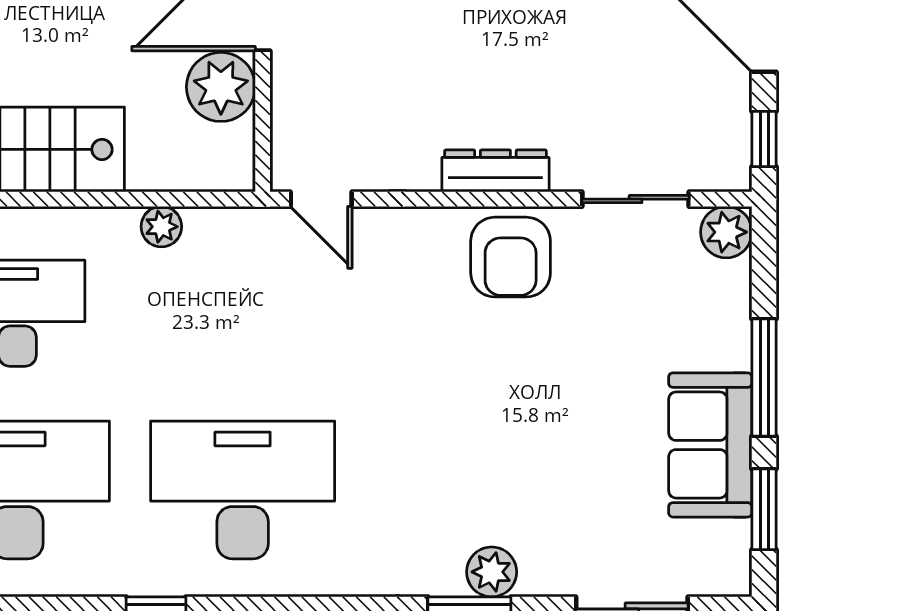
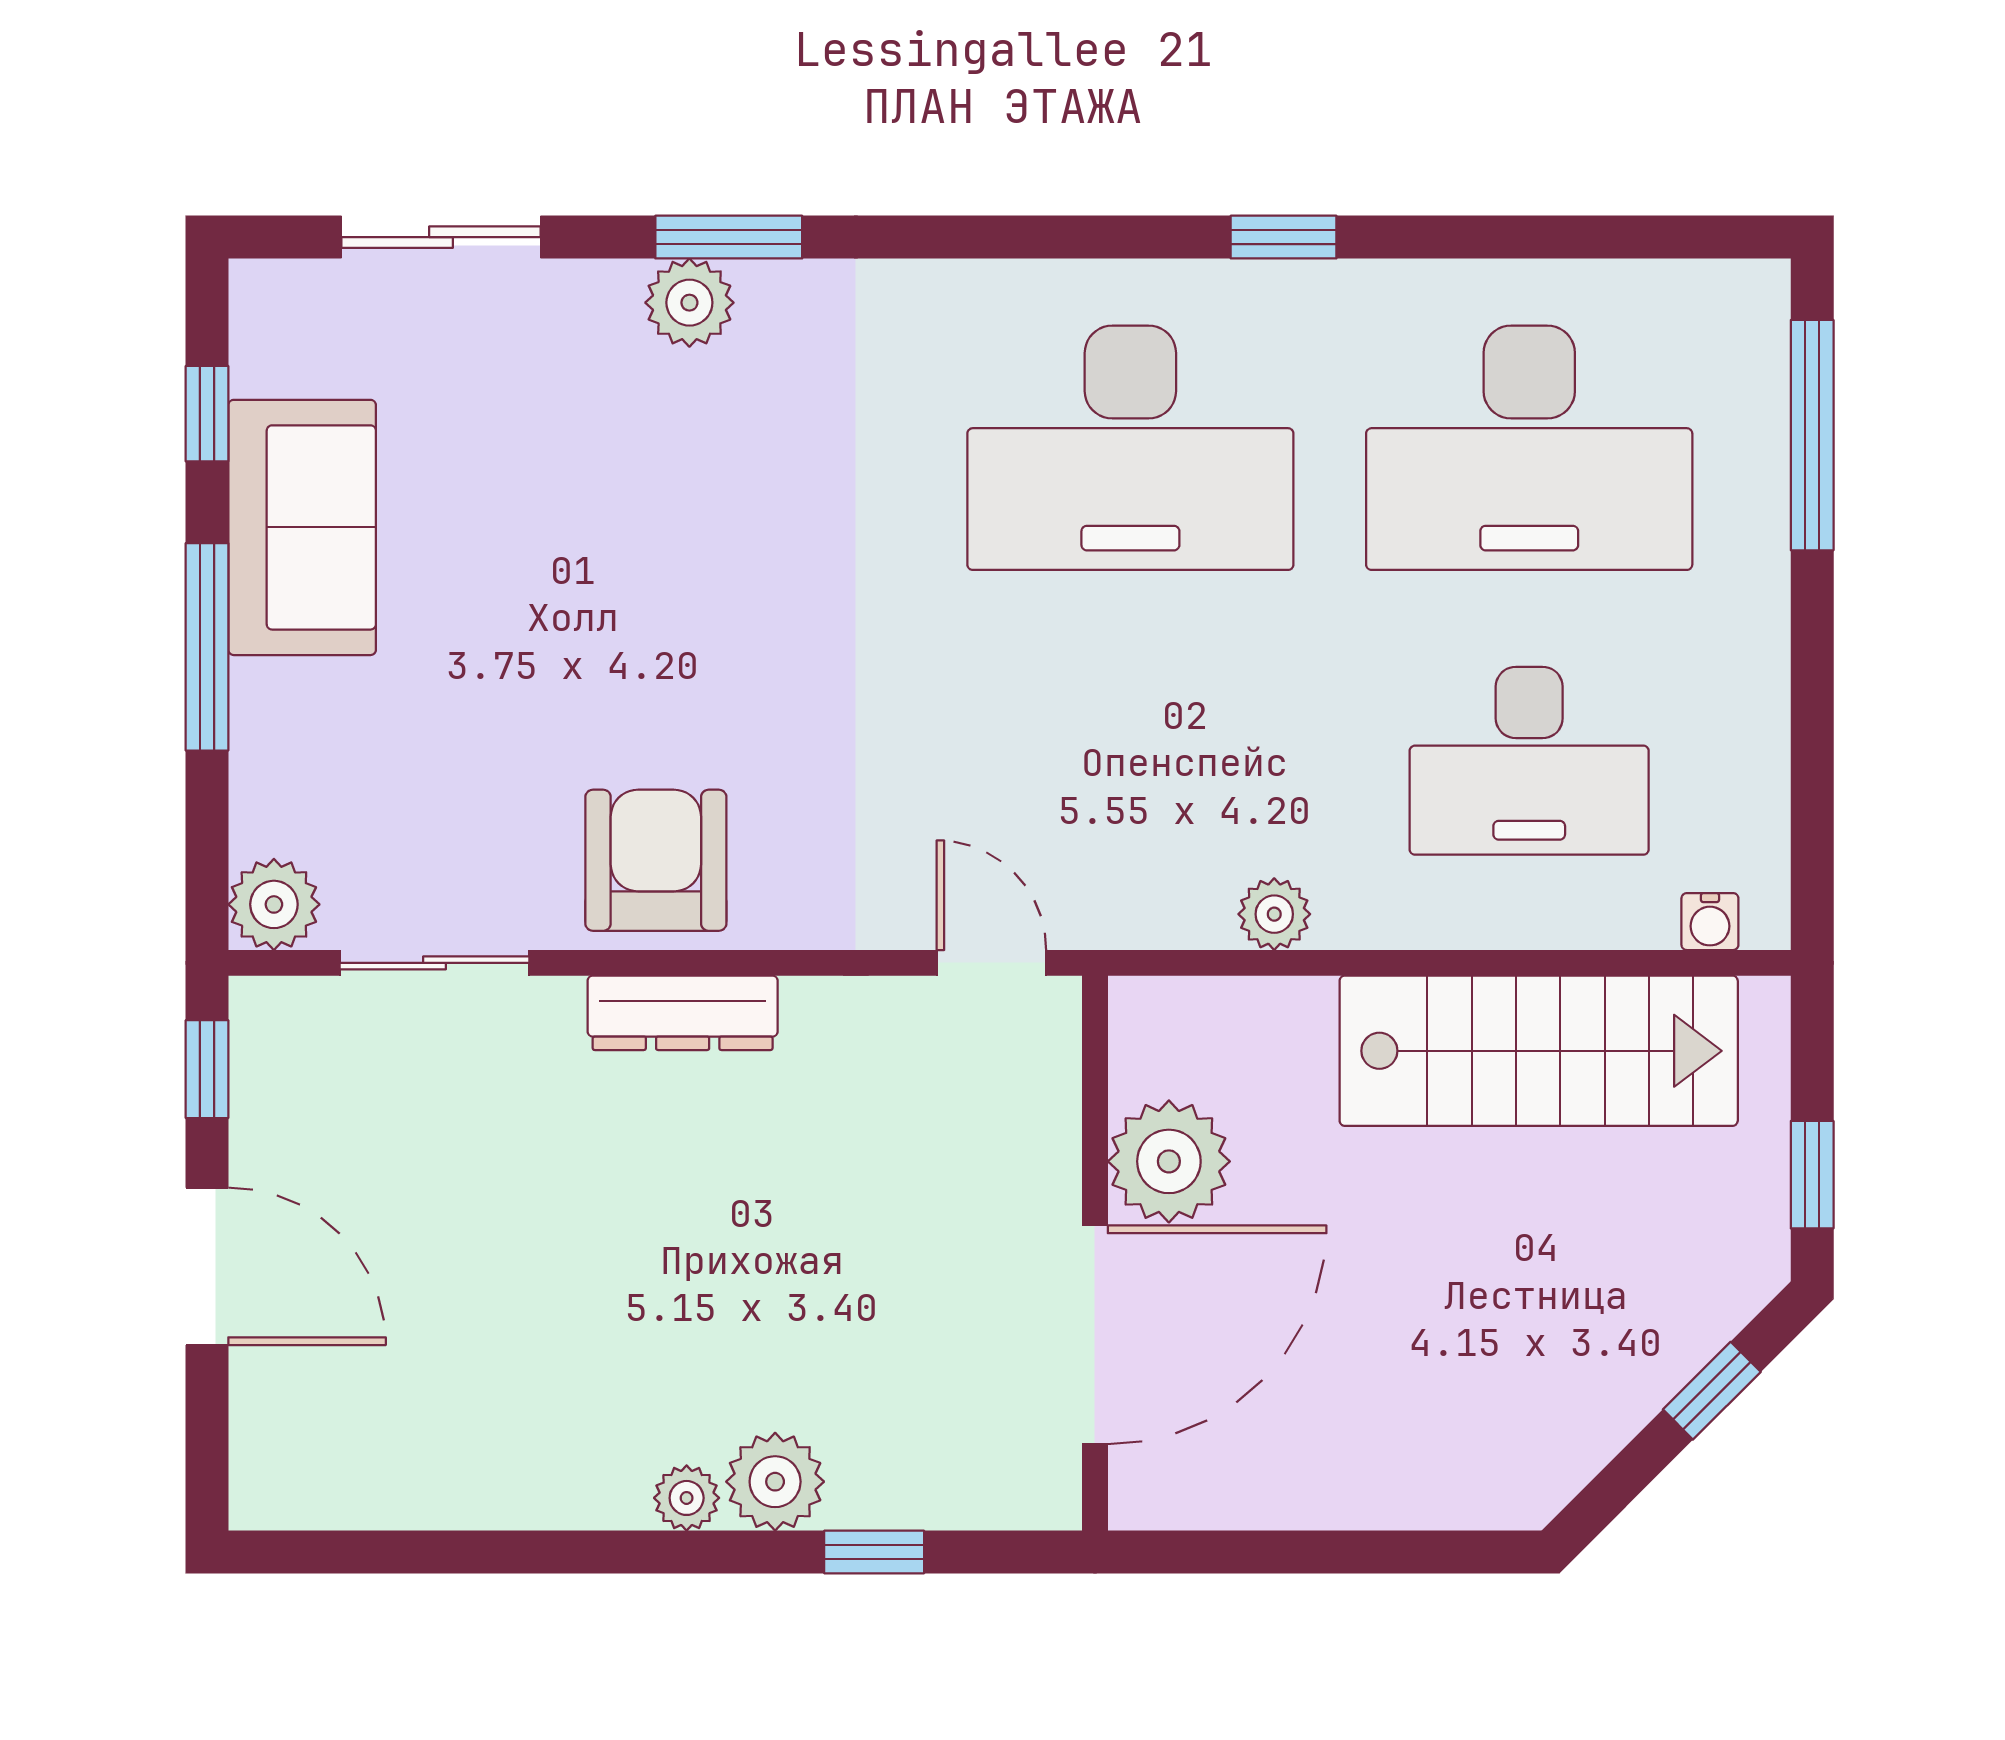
window: (764, 509) -> (207, 414), width x0.67

